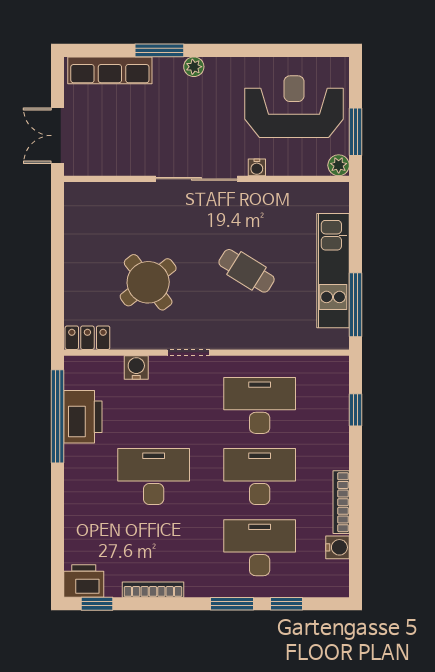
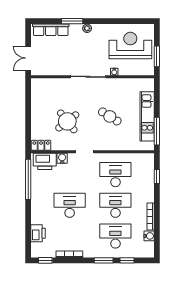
plant: (339, 165) -> (150, 71), removed
printer: (83, 417) -> (45, 161), moved, turned 90
printer: (84, 581) -> (38, 233), moved, turned 90

